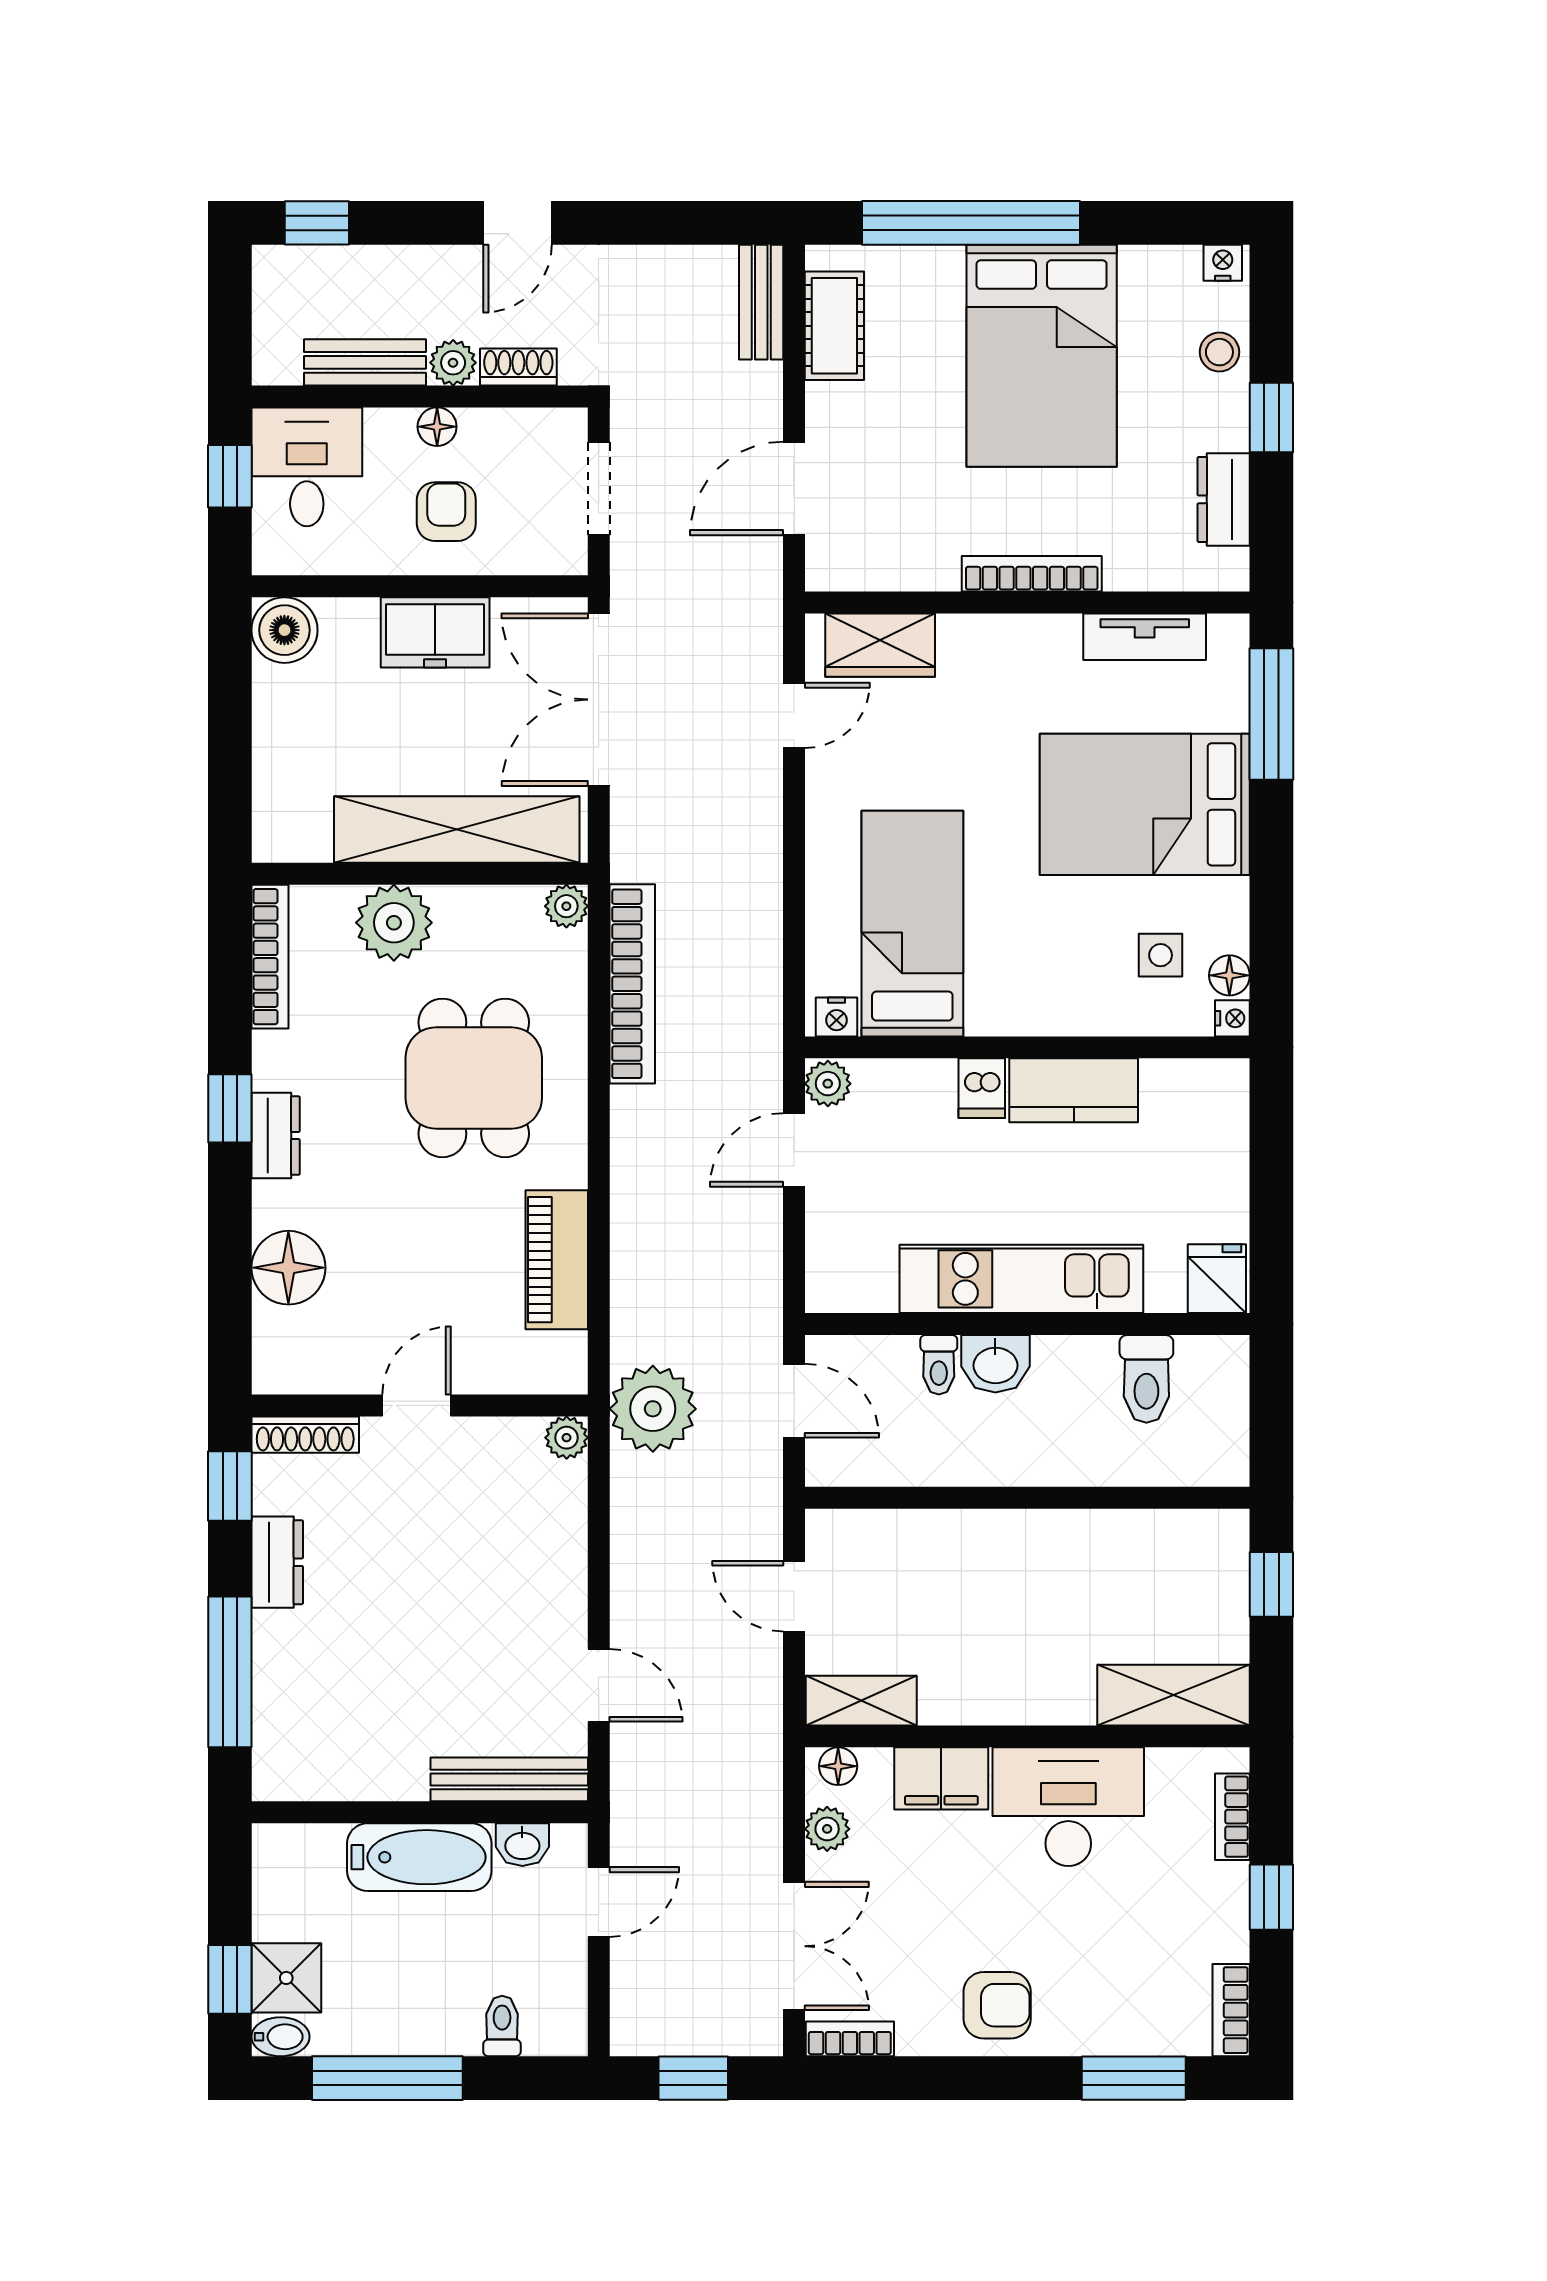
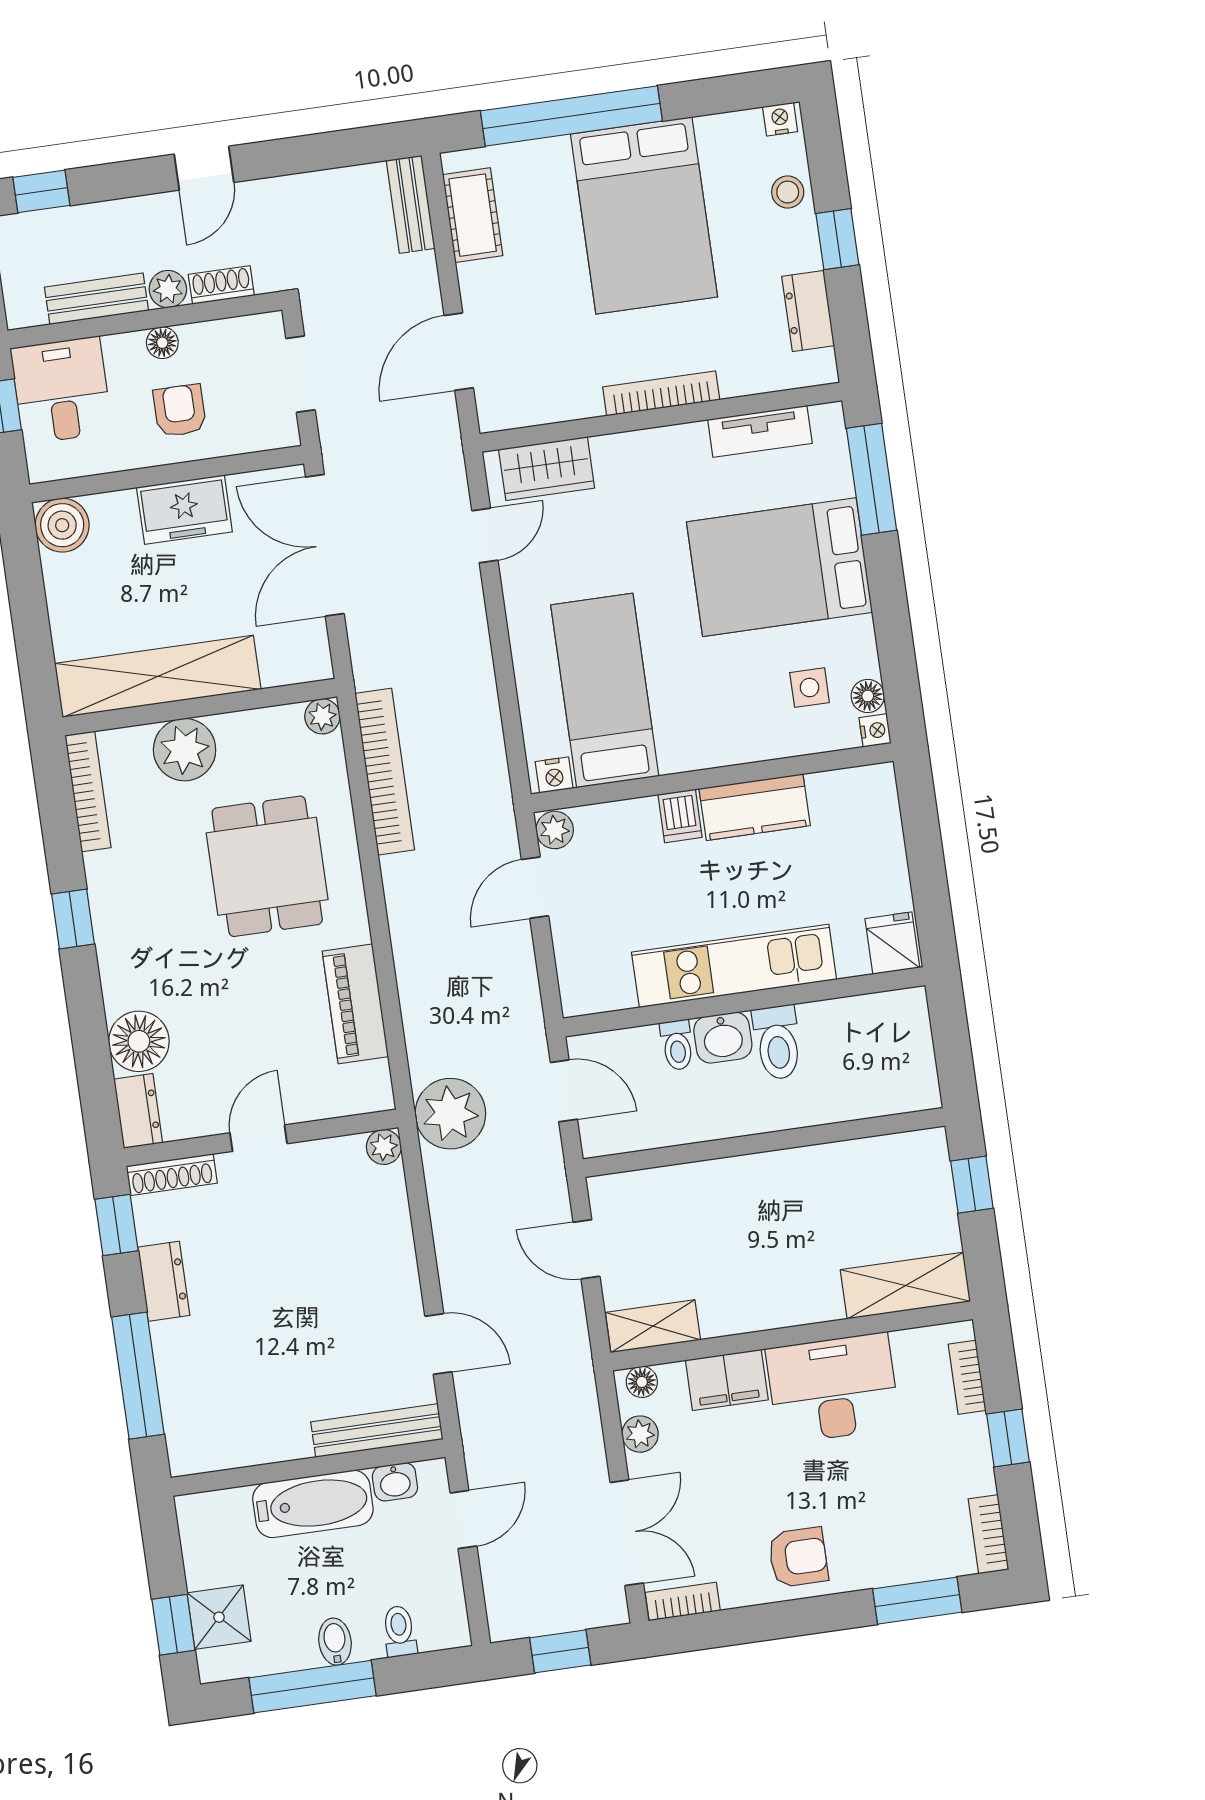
shelving: (457, 829) -> (158, 676), moved
dresser: (276, 1136) -> (138, 1111), moved
toilet: (1146, 1379) -> (777, 1042), moved
bidet: (280, 2037) -> (335, 1642), moved, turned -90

